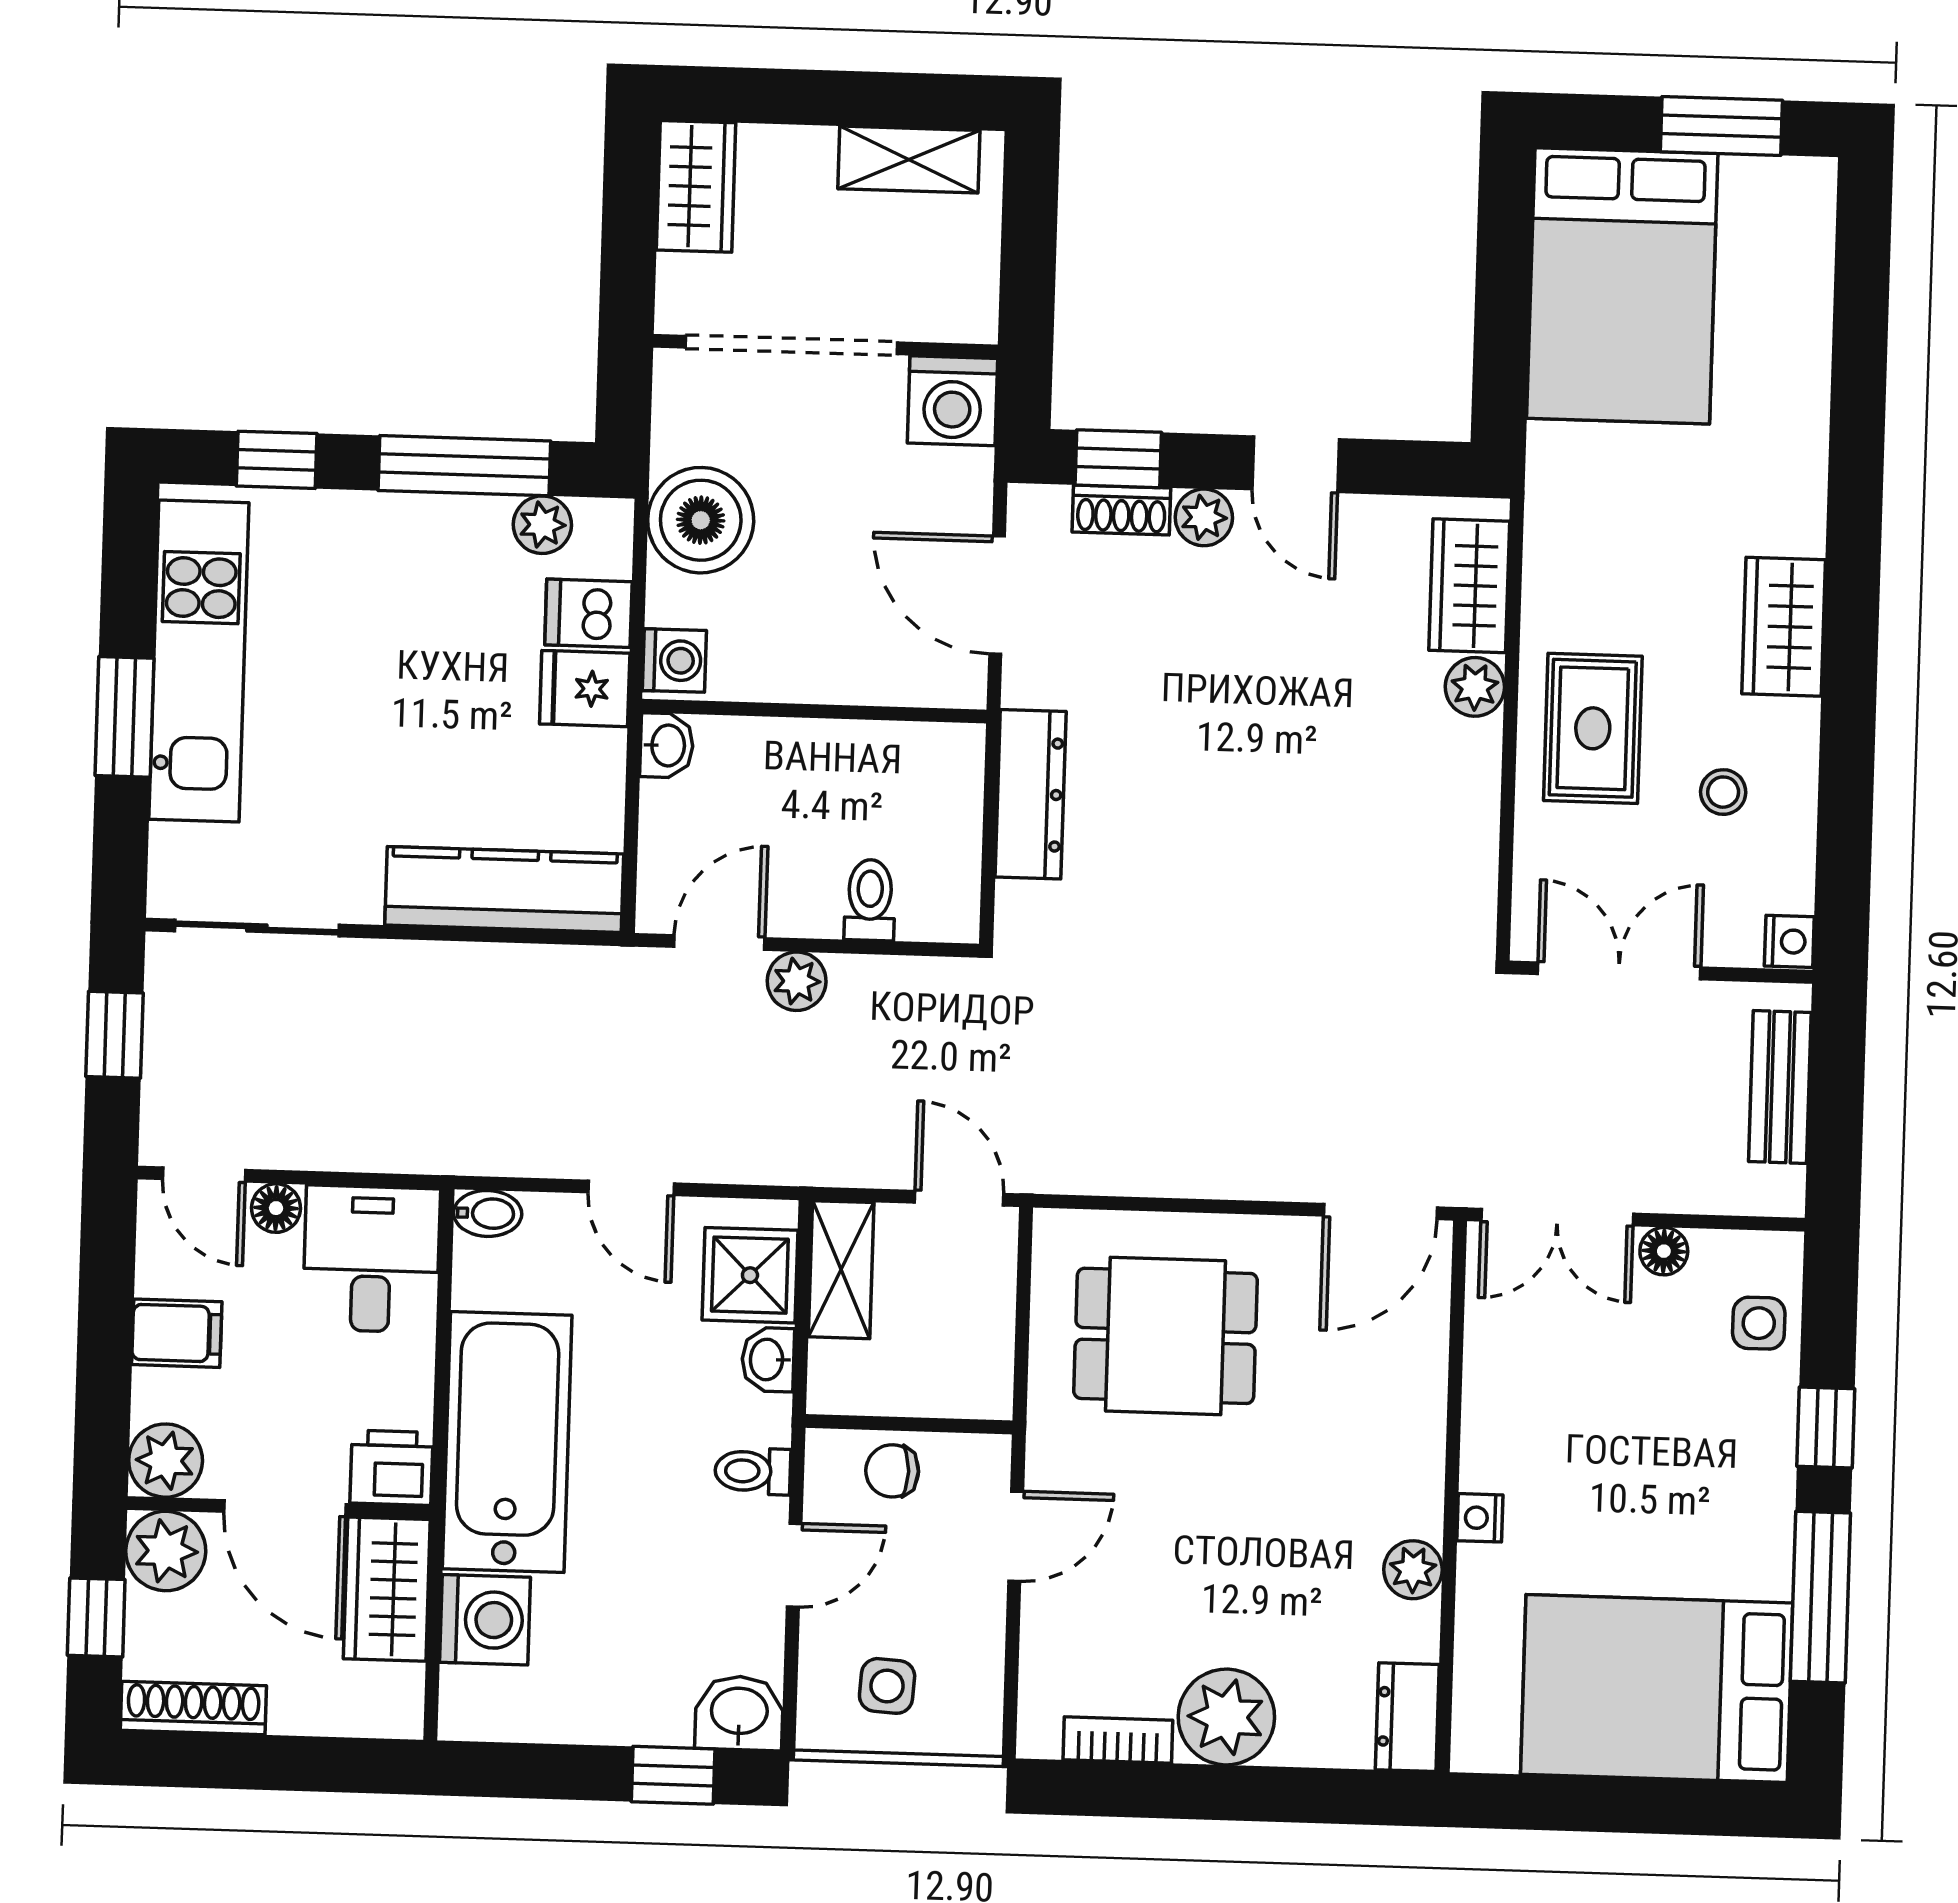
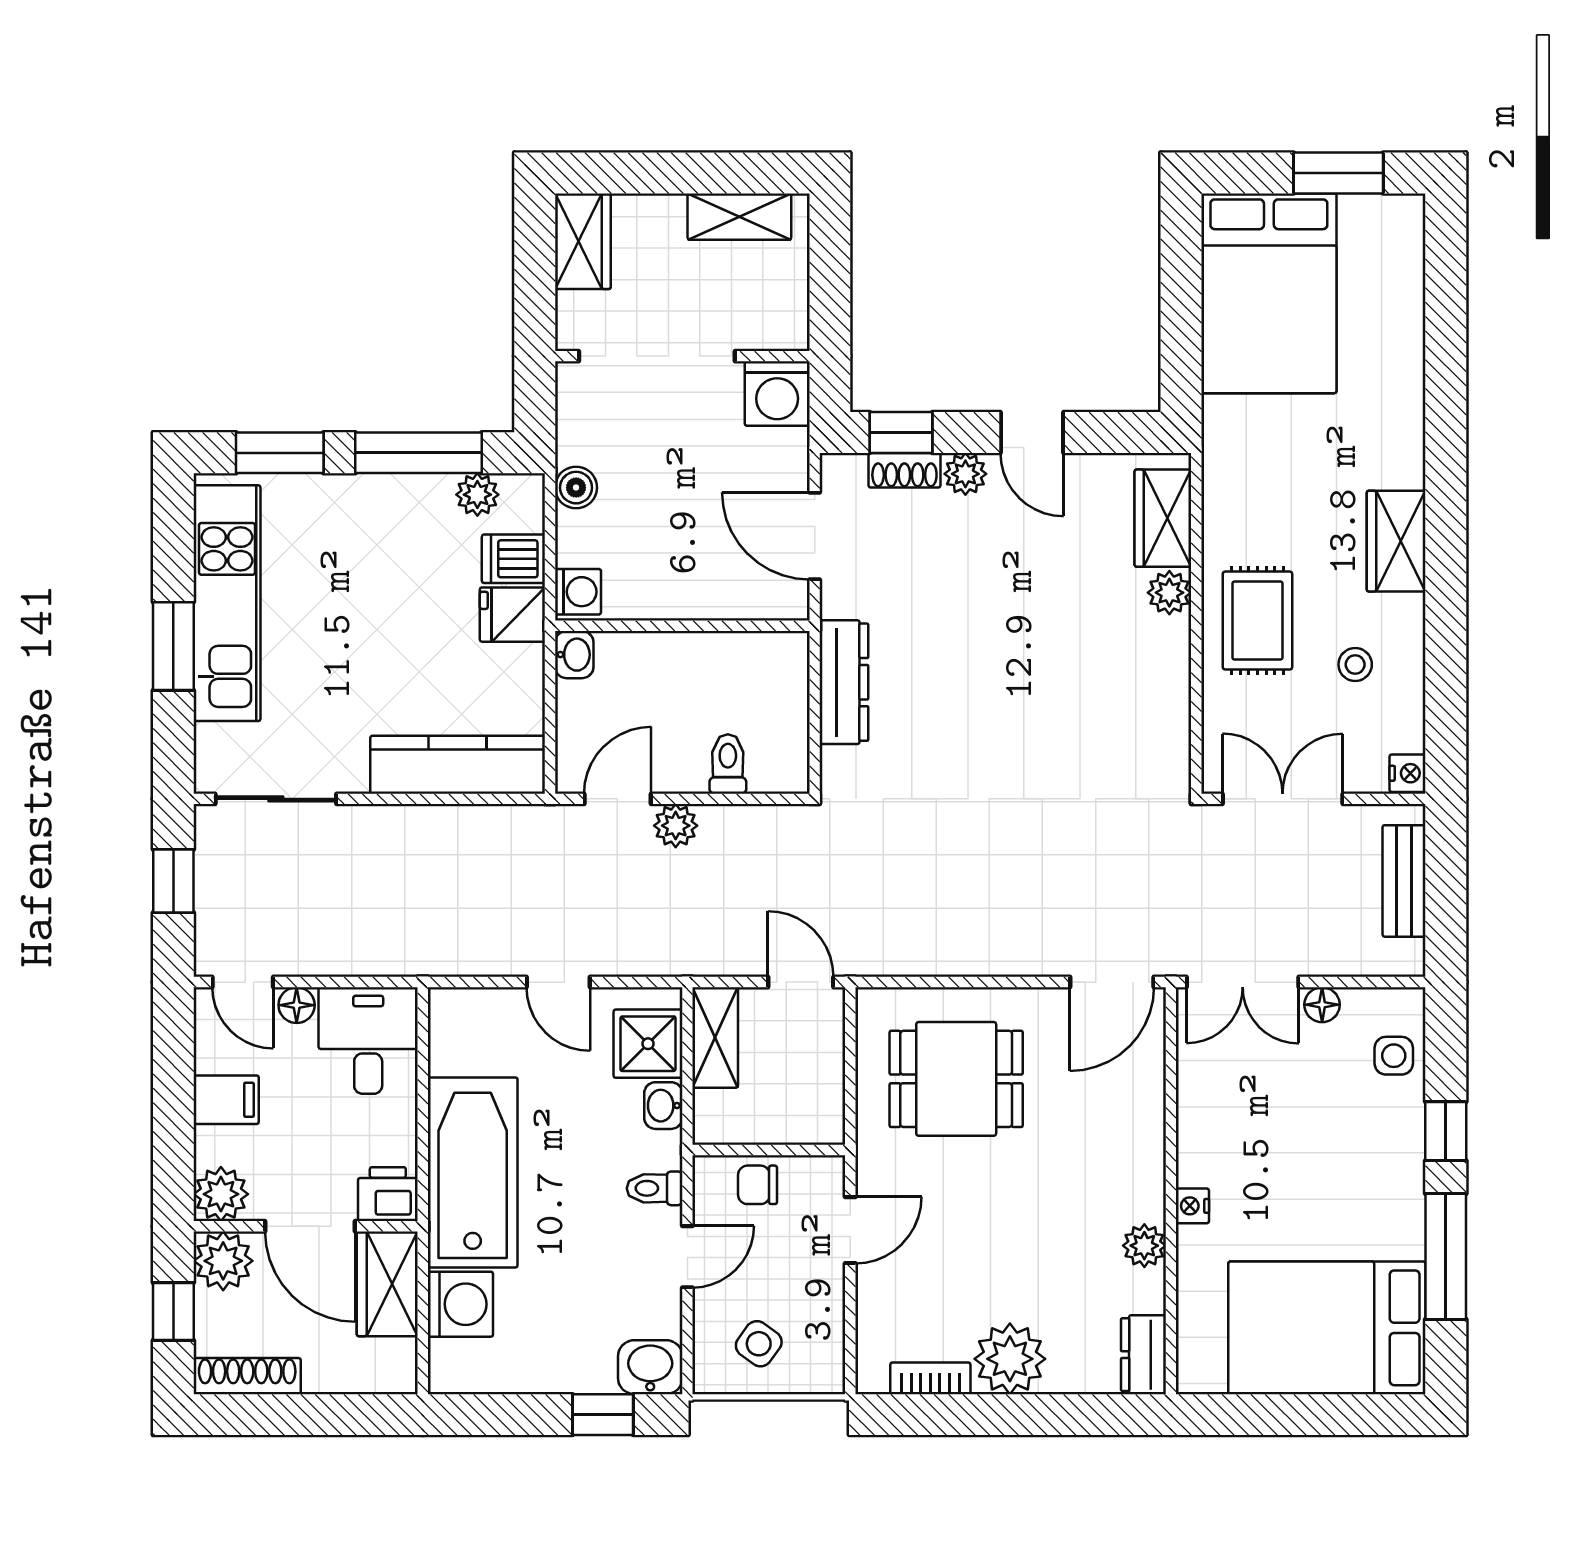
window: (277, 460) -> (280, 453), width x1.50
boiler: (701, 520) -> (576, 488), width x0.54, depth x0.54
bidet: (488, 1213) -> (453, 1004), removed
side table: (887, 1686) -> (759, 1344), turned 32

